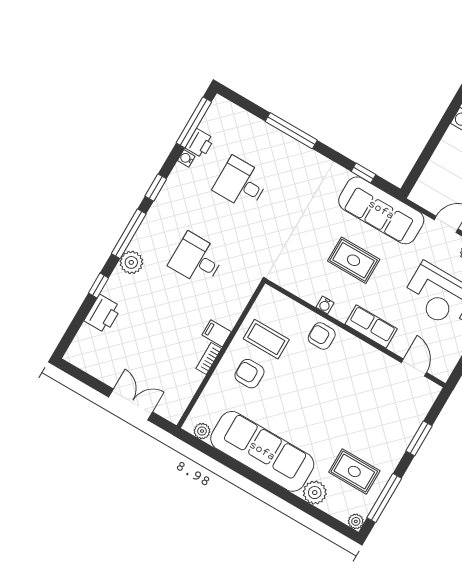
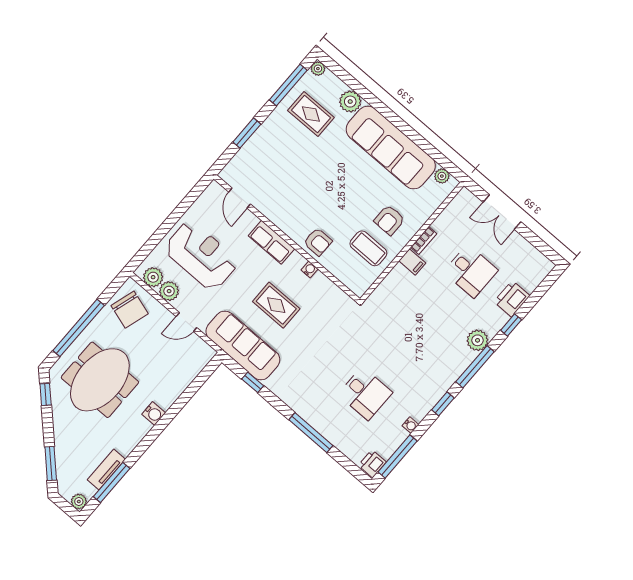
printer: (200, 143) -> (372, 464), moved
desk: (197, 259) -> (471, 271), moved
armchair: (249, 374) -> (389, 220), turned 90

